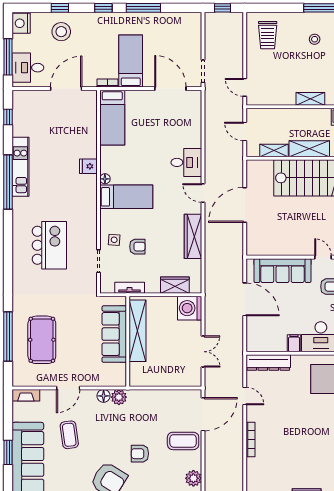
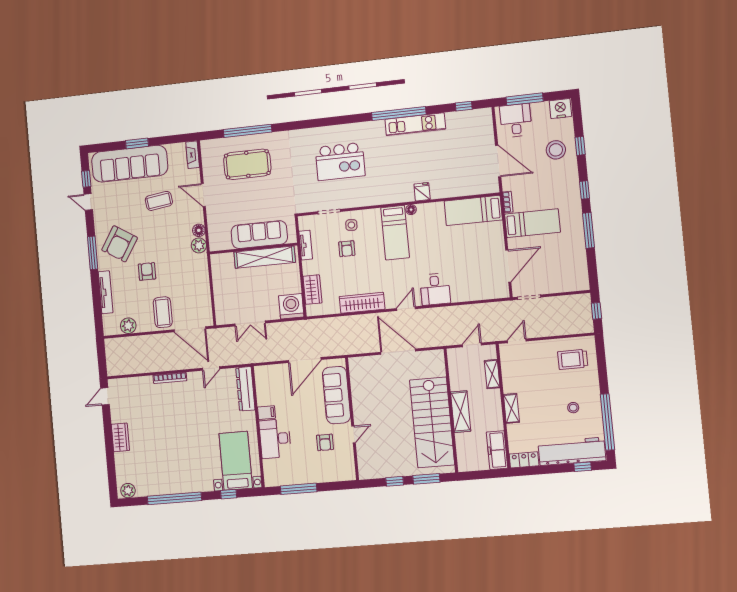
shelving: (274, 151) -> (492, 374), moved

